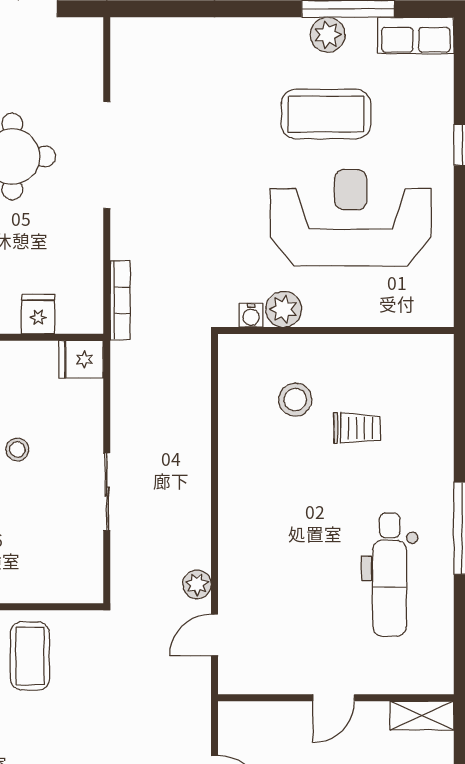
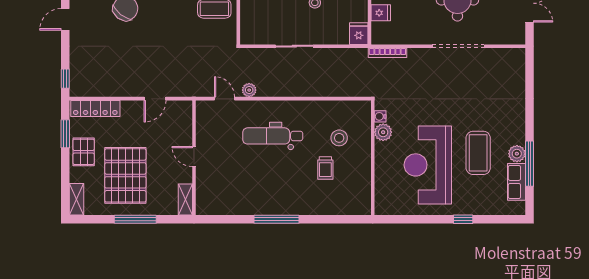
row of seats: (416, 35) -> (516, 182), moved
reception desk: (351, 218) -> (428, 165), turned 180
dental chair: (390, 575) -> (273, 136), moved

